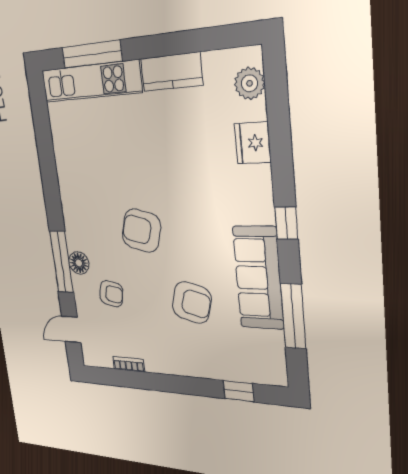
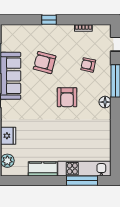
armchair: (141, 231) -> (67, 97), turned 75
floor lamp: (79, 263) -> (105, 102), moved
window: (238, 391) -> (49, 20), moved

